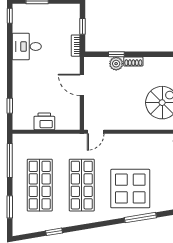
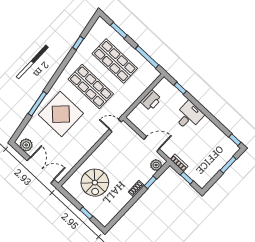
desk: (27, 46) -> (189, 116), moved
plant: (116, 64) -> (156, 165), moved
door: (96, 132) -> (115, 126), hinge flipped

